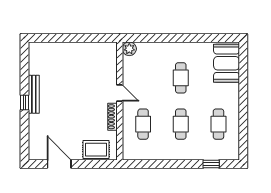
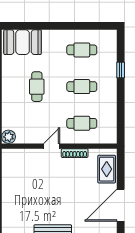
cafe table: (181, 78) -> (37, 87), turned 90
door: (59, 164) -> (121, 205), width x1.36
window: (211, 164) -> (121, 70), moved

